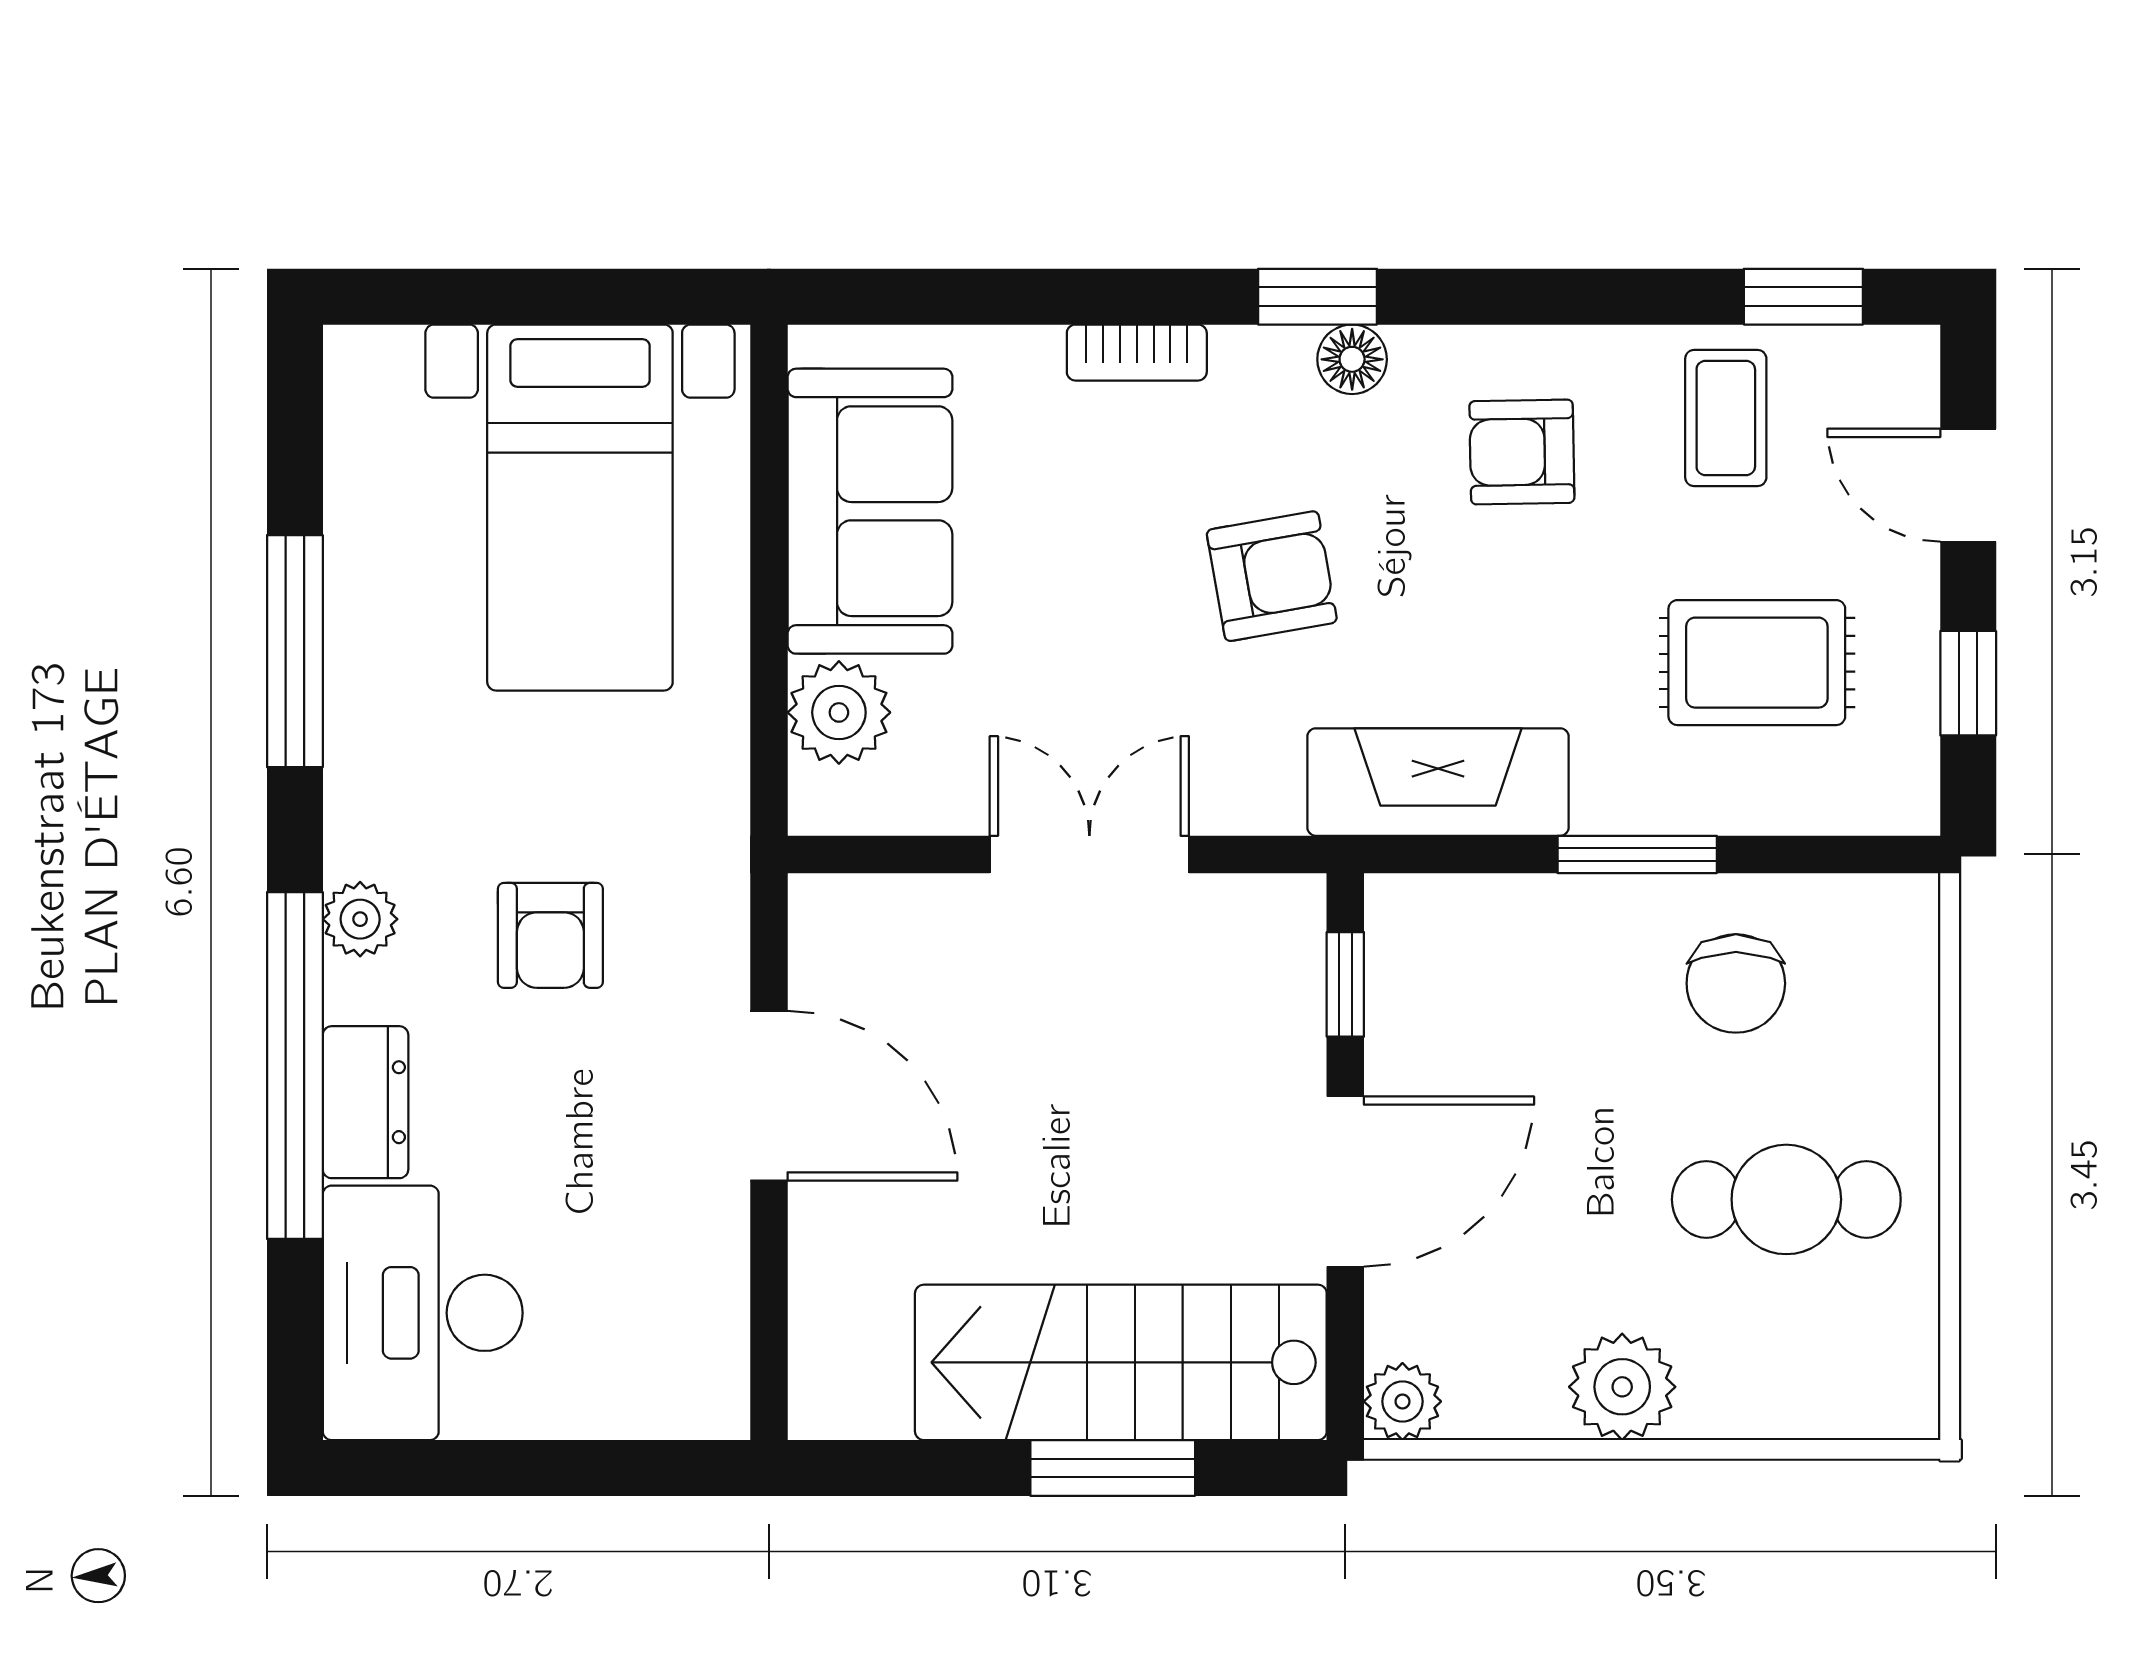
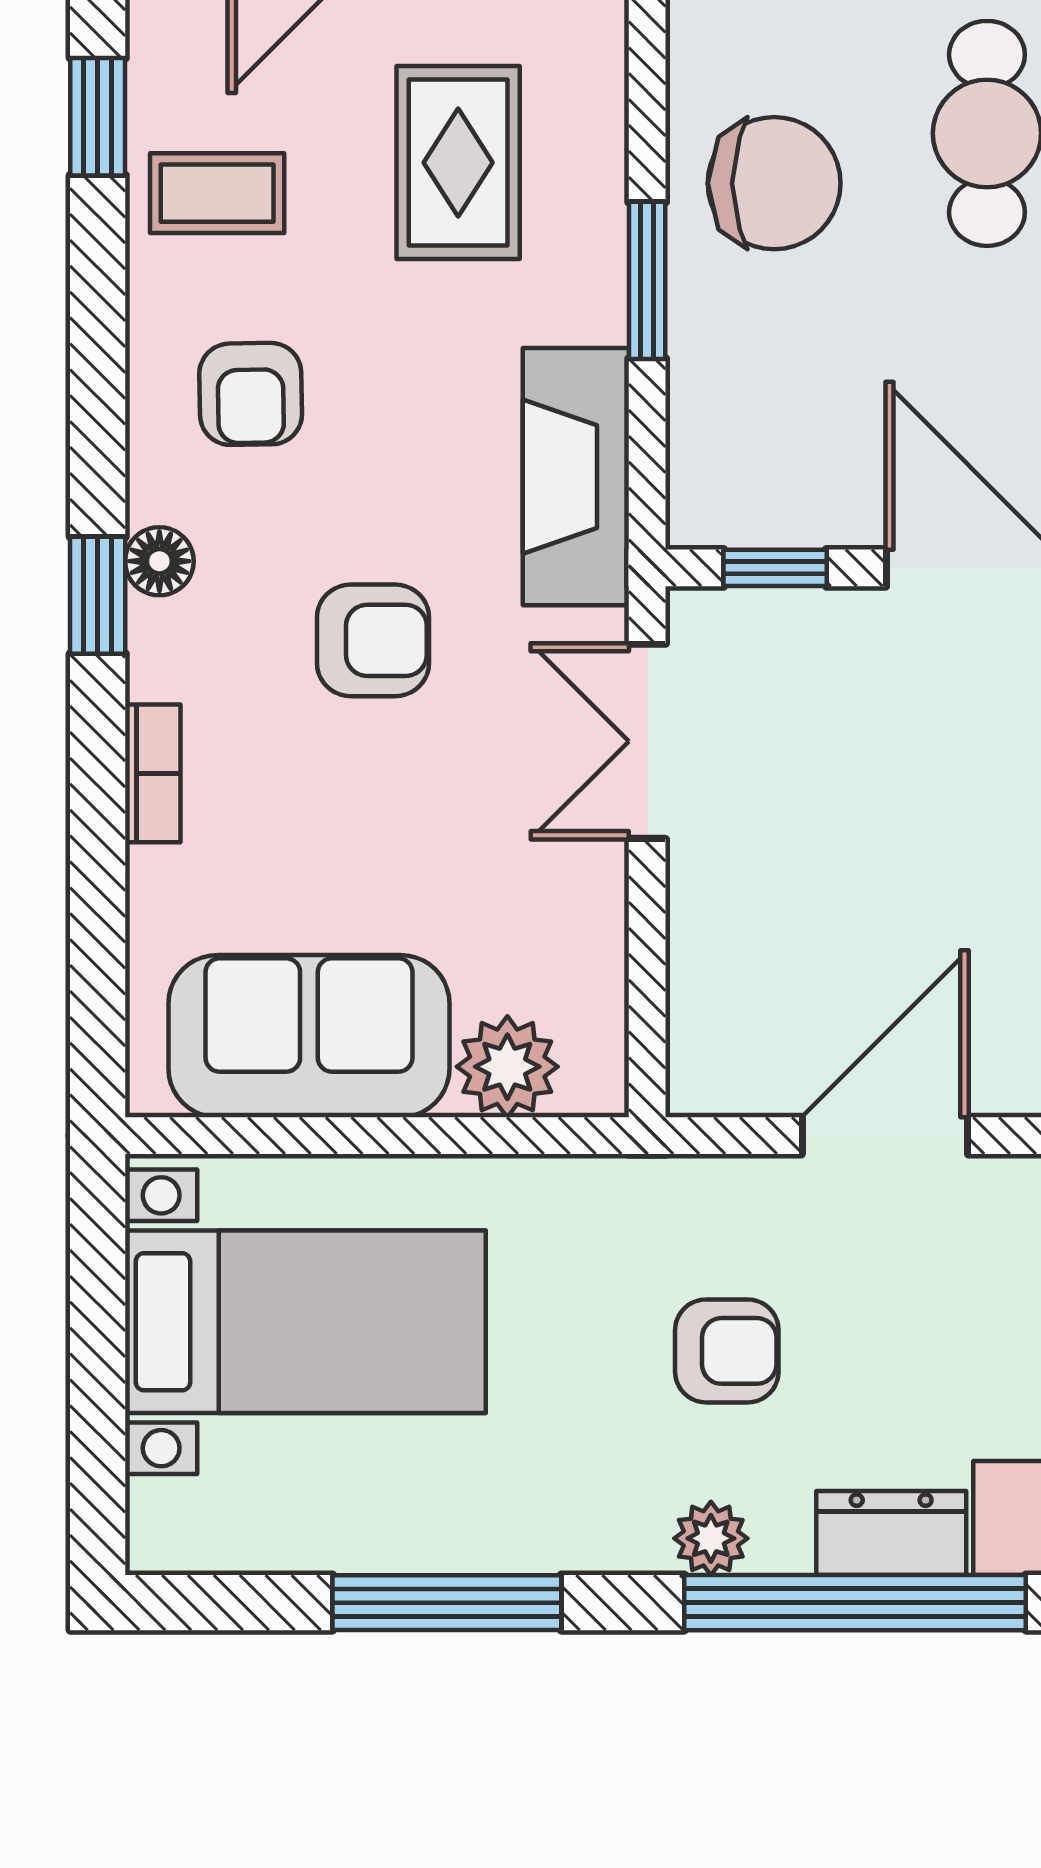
armchair: (1272, 576) -> (373, 640), turned 100
double door: (1089, 854) -> (647, 741), moved
chair: (1736, 983) -> (774, 183), width x1.37, depth x1.37

